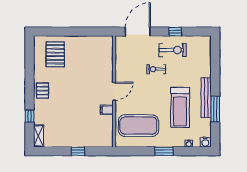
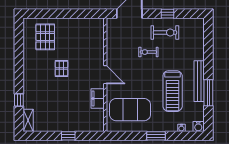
pallet: (43, 91) -> (61, 68), moved
door: (114, 91) -> (105, 75), hinge flipped
filing cabinet: (107, 110) -> (98, 98), width x2.00

